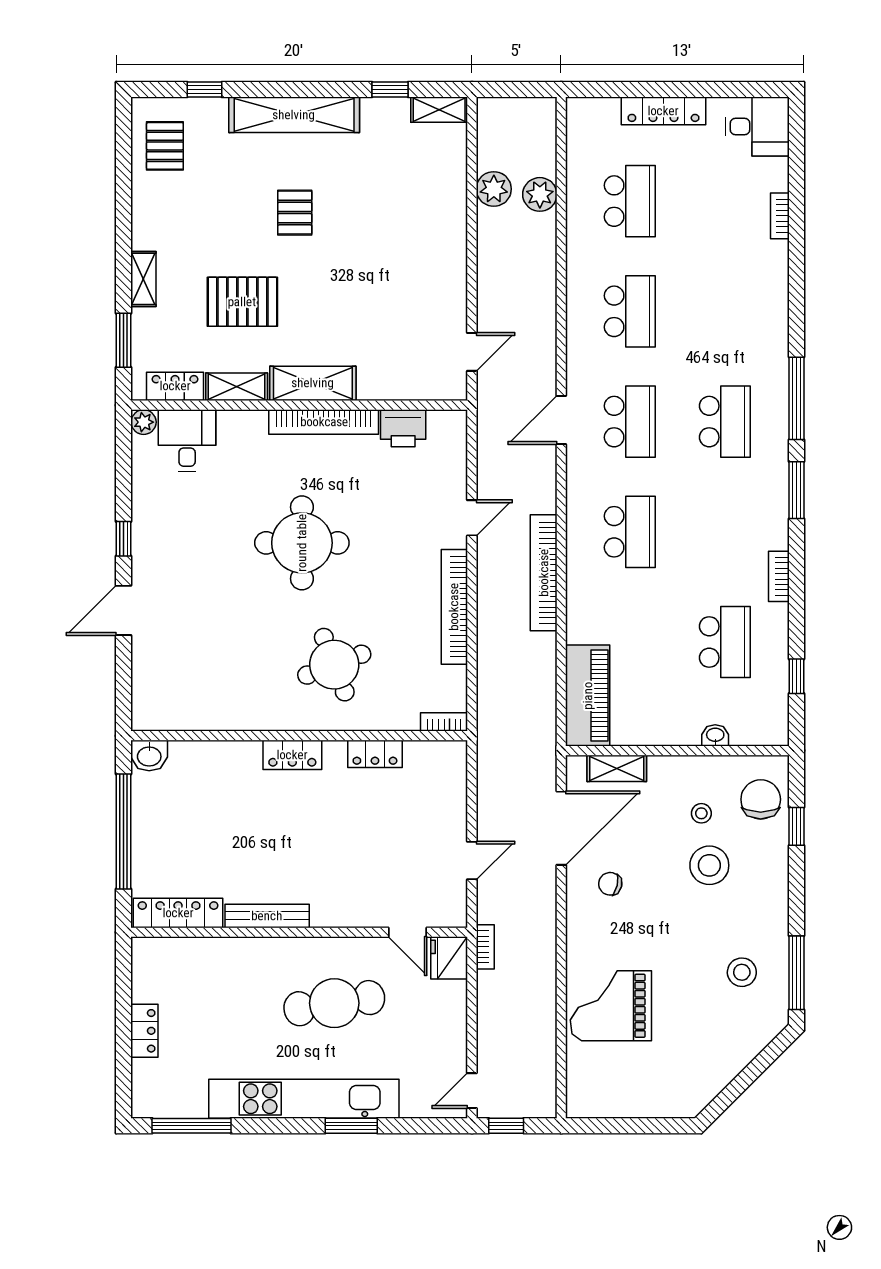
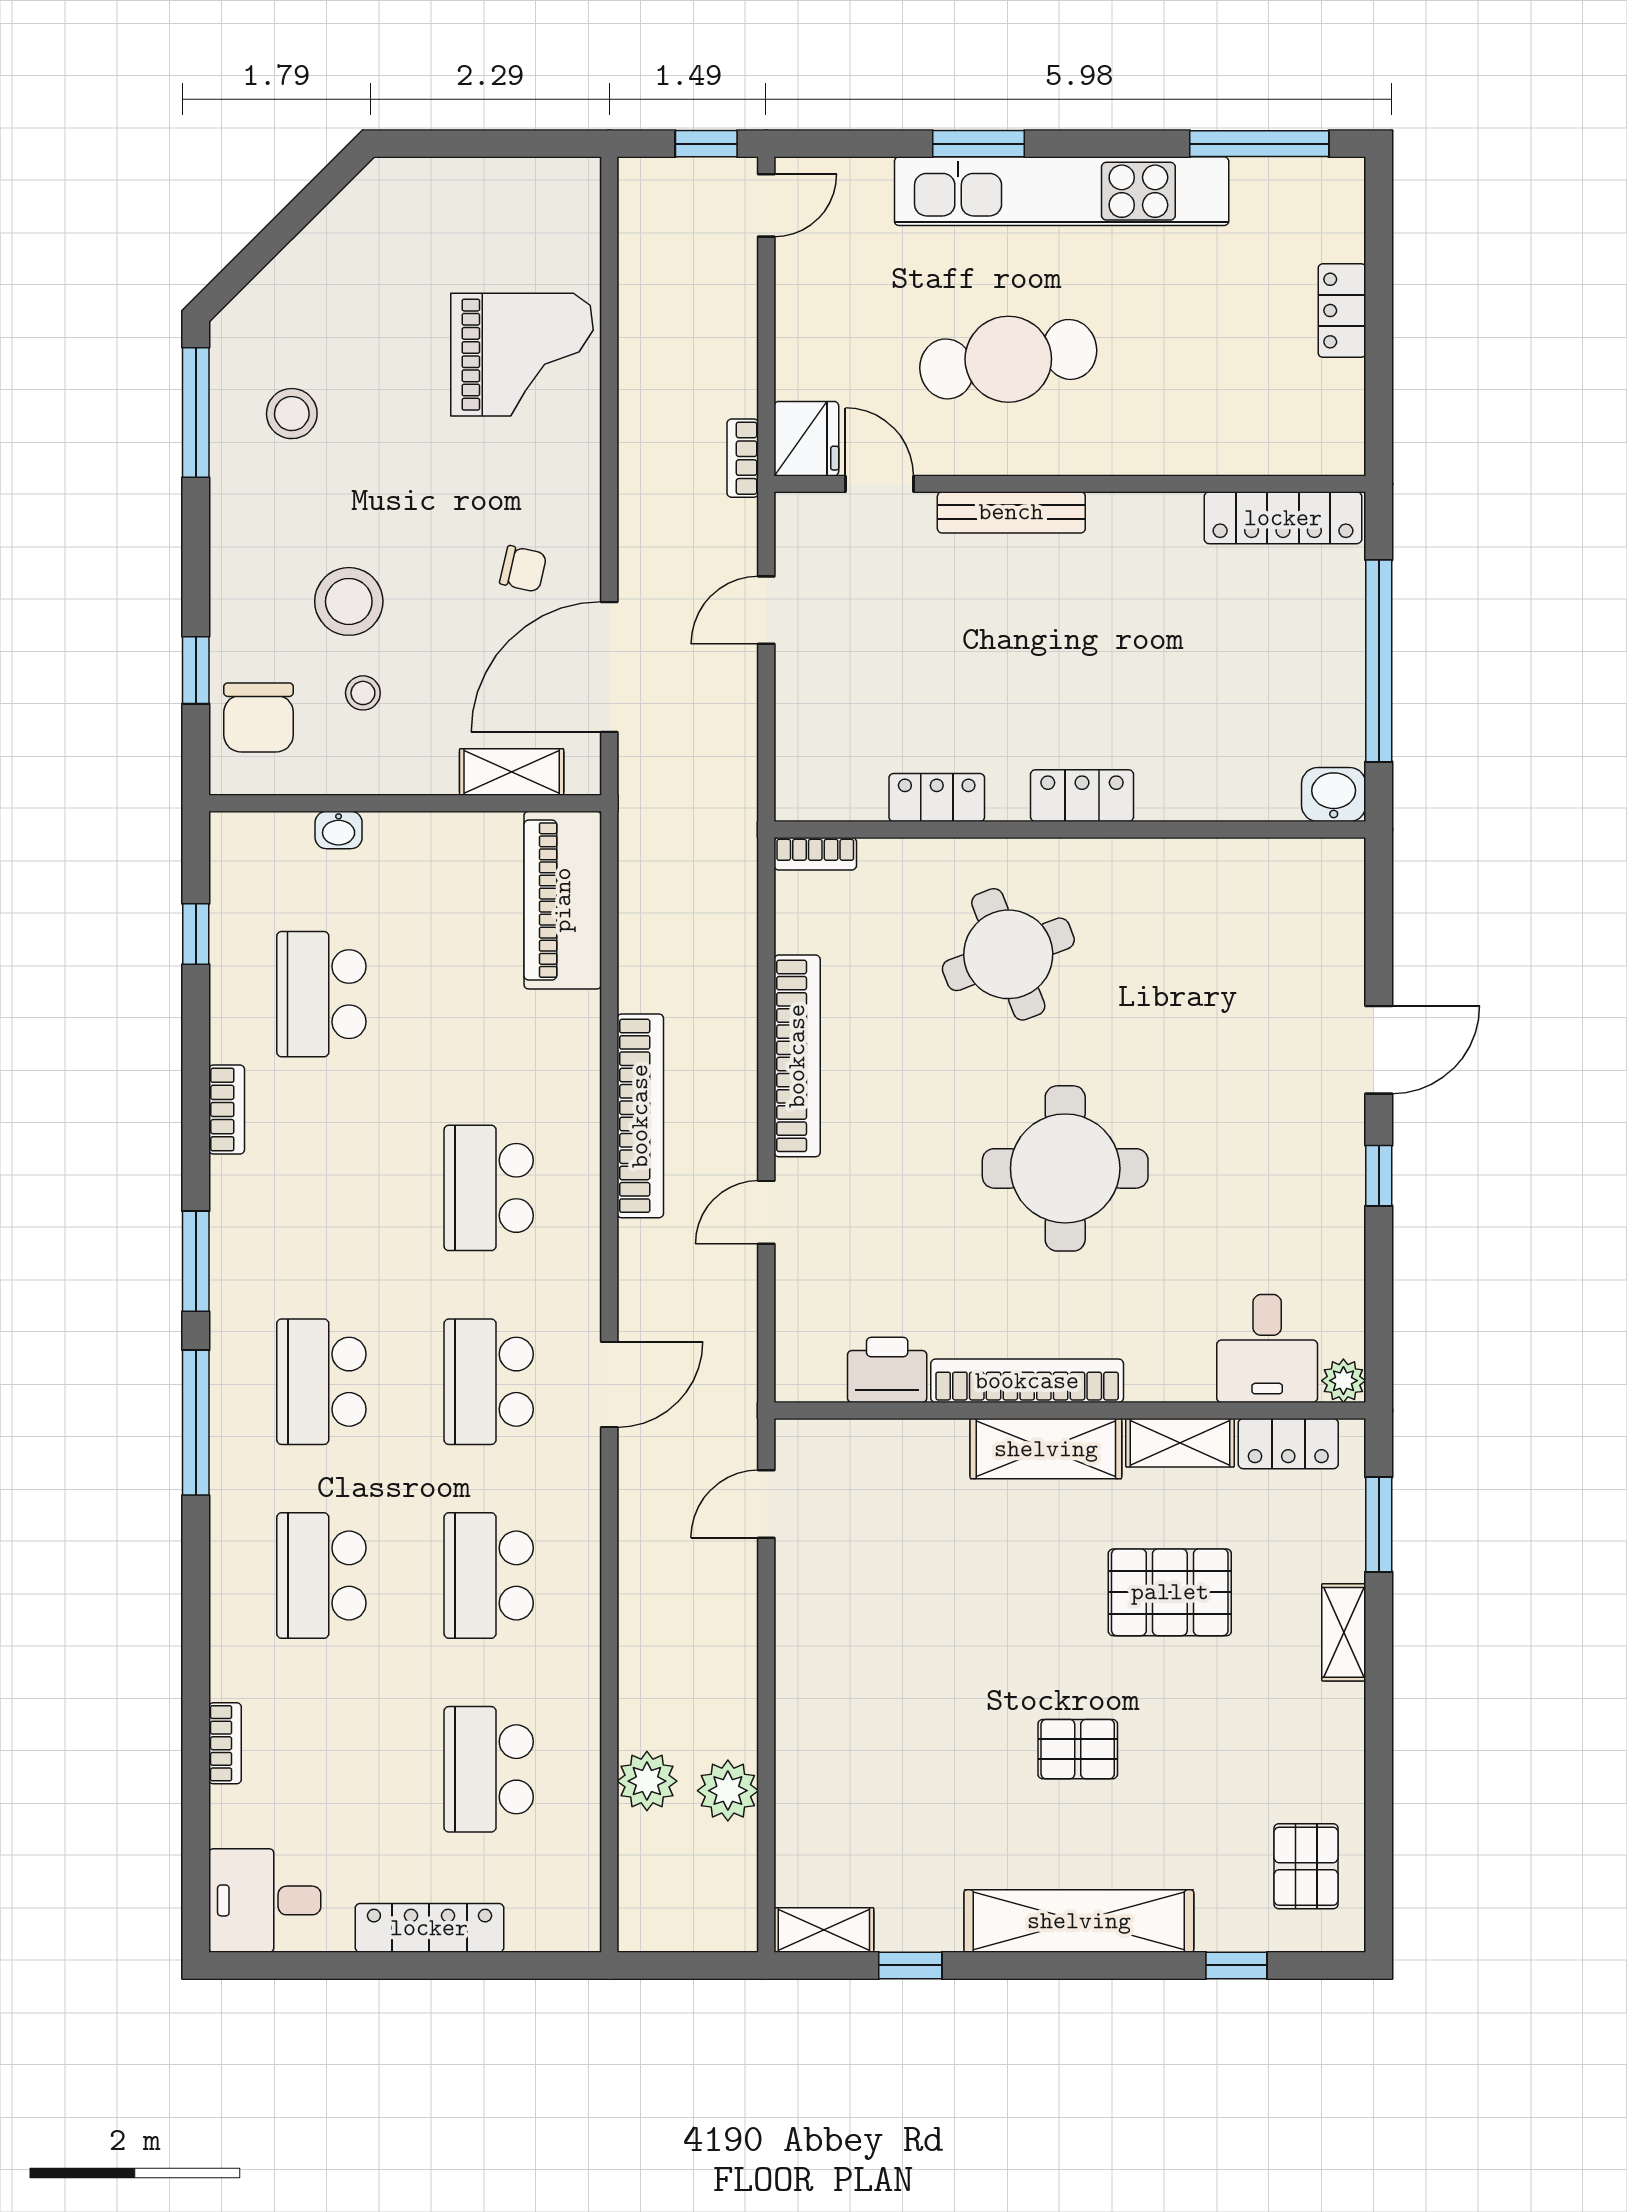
pallet: (295, 213) -> (1078, 1749), turned 90
school desk: (725, 311) -> (321, 1576), added
bench: (267, 916) -> (1011, 512), moved

